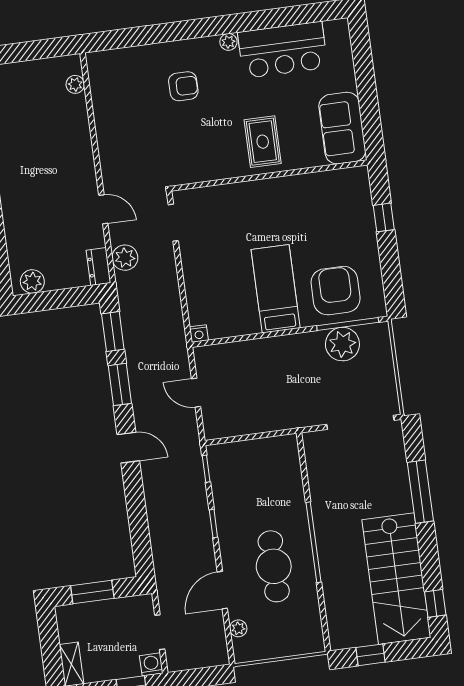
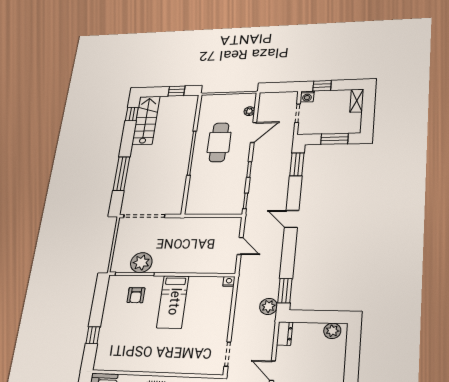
plant: (125, 258) -> (268, 306), moved
armchair: (336, 291) -> (136, 295), width x0.53, depth x0.53
window: (120, 384) -> (297, 164), moved
stairs: (396, 579) -> (146, 120), width x0.73, depth x0.66

